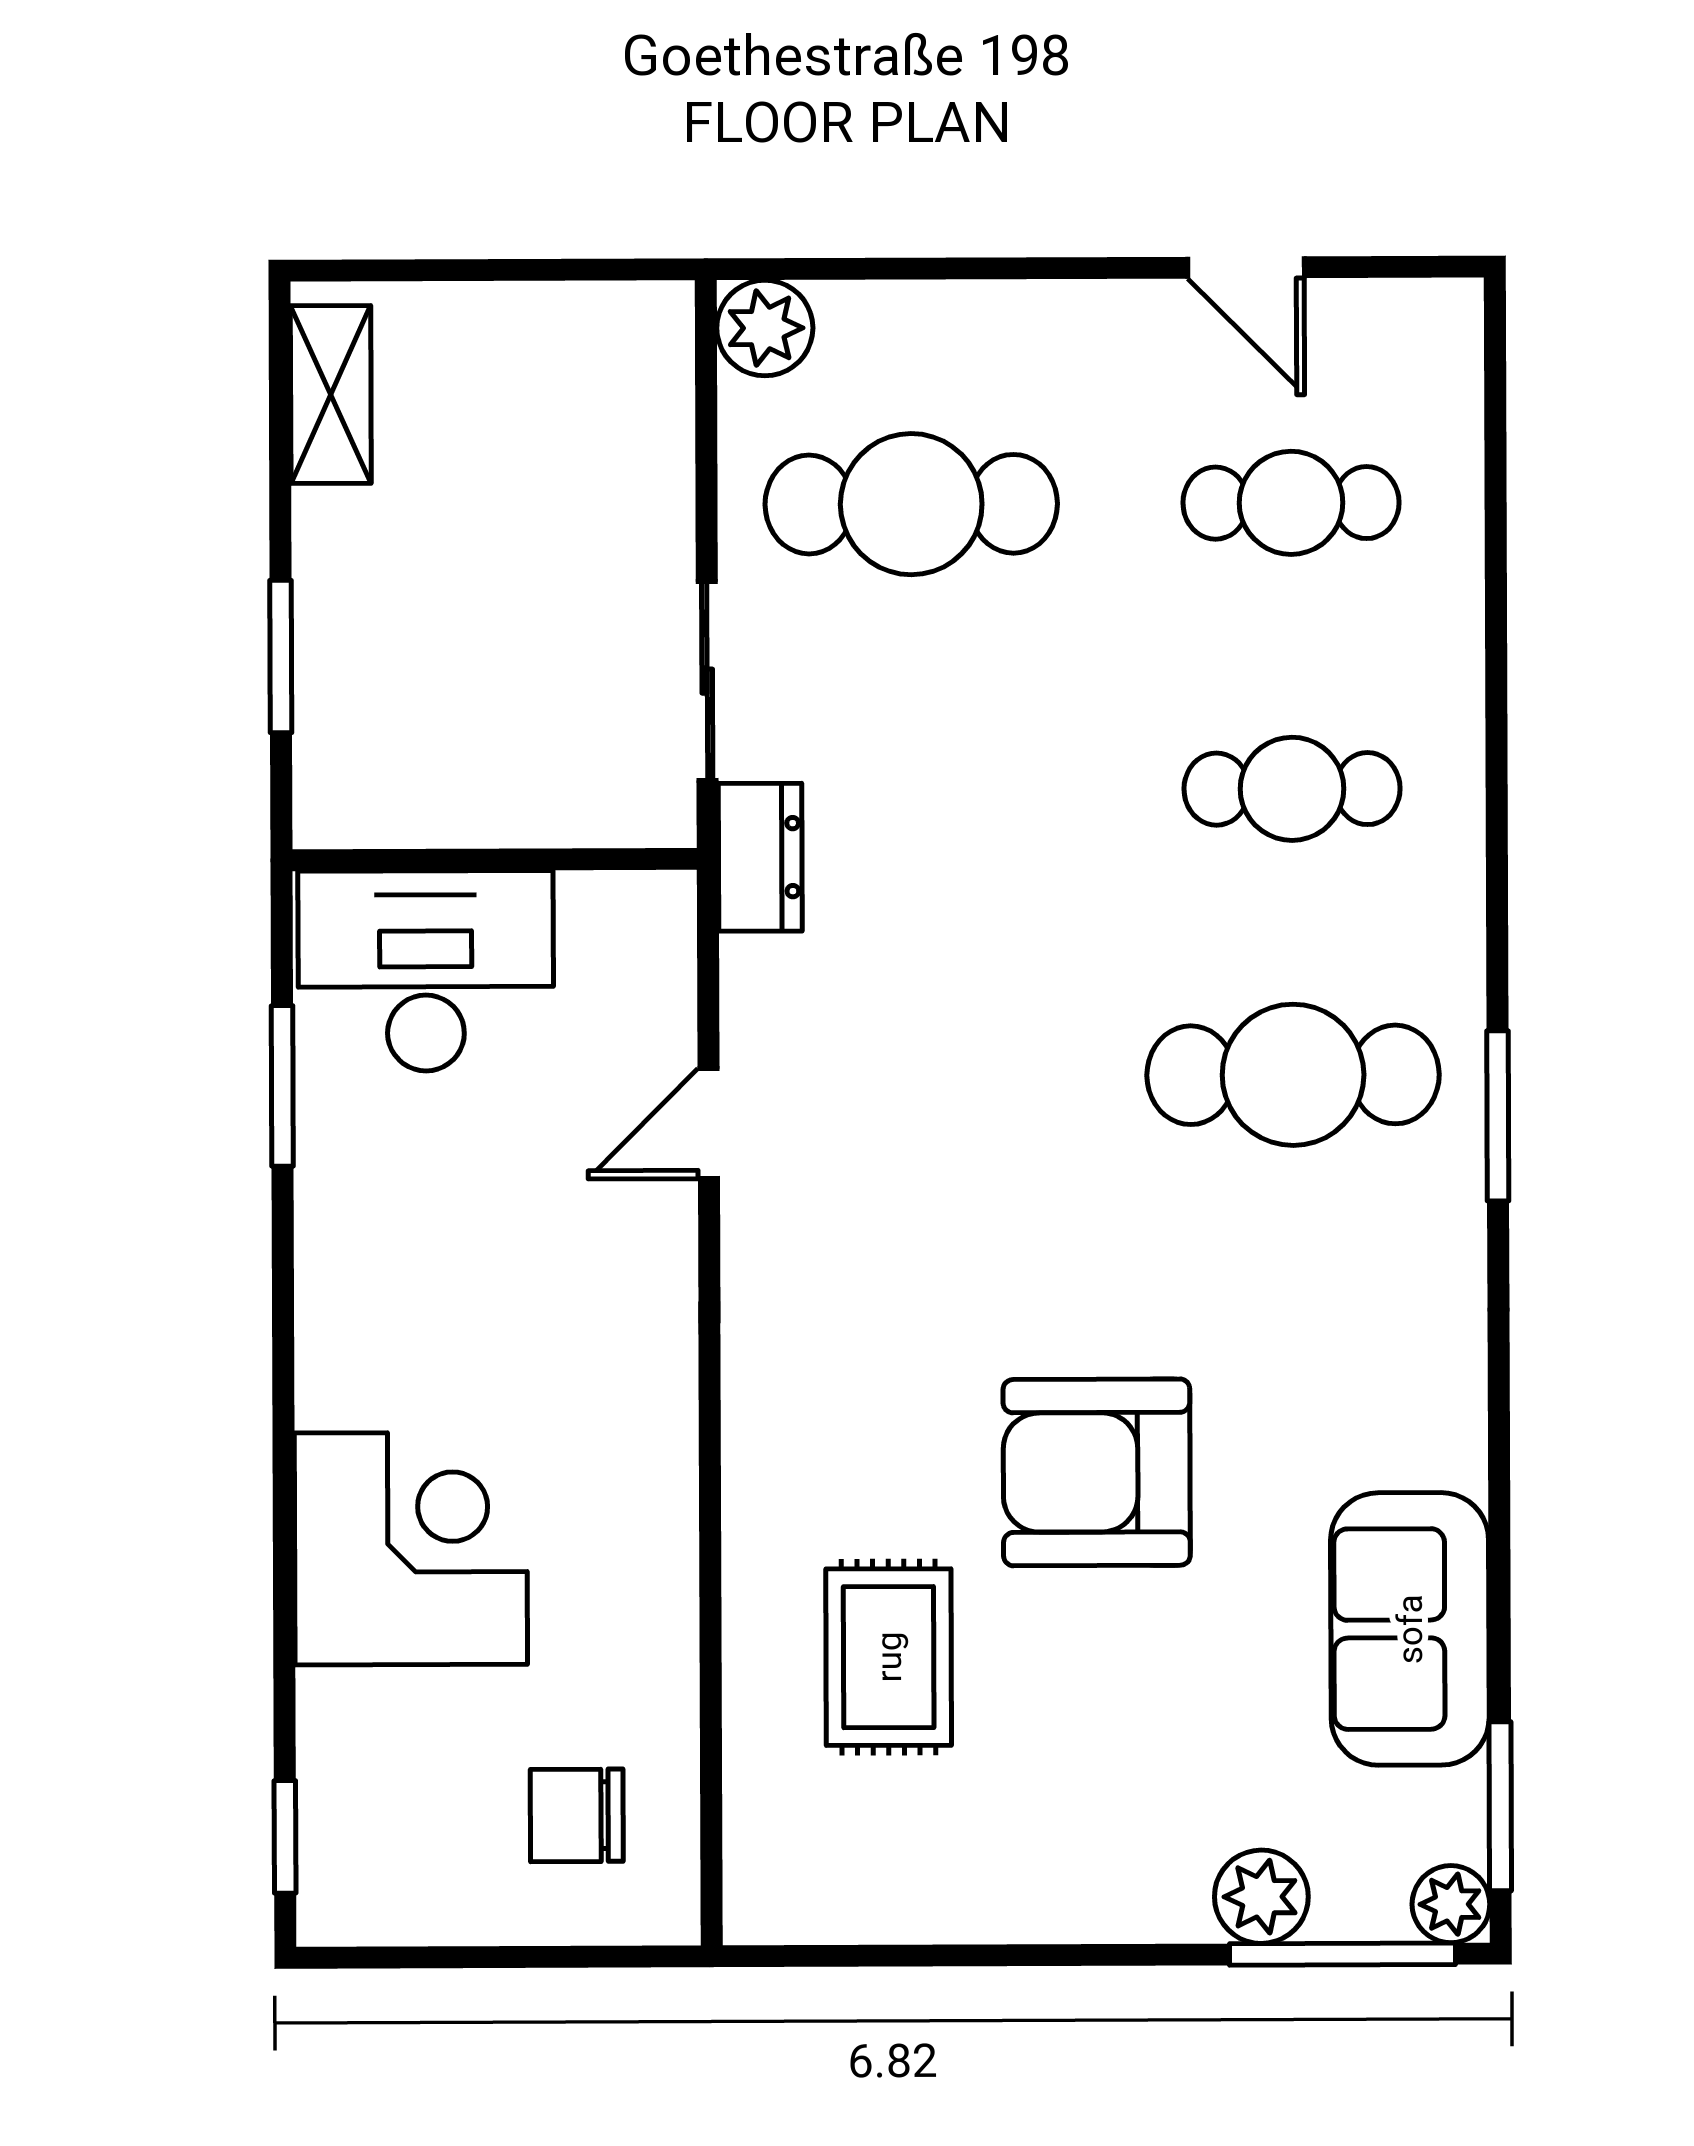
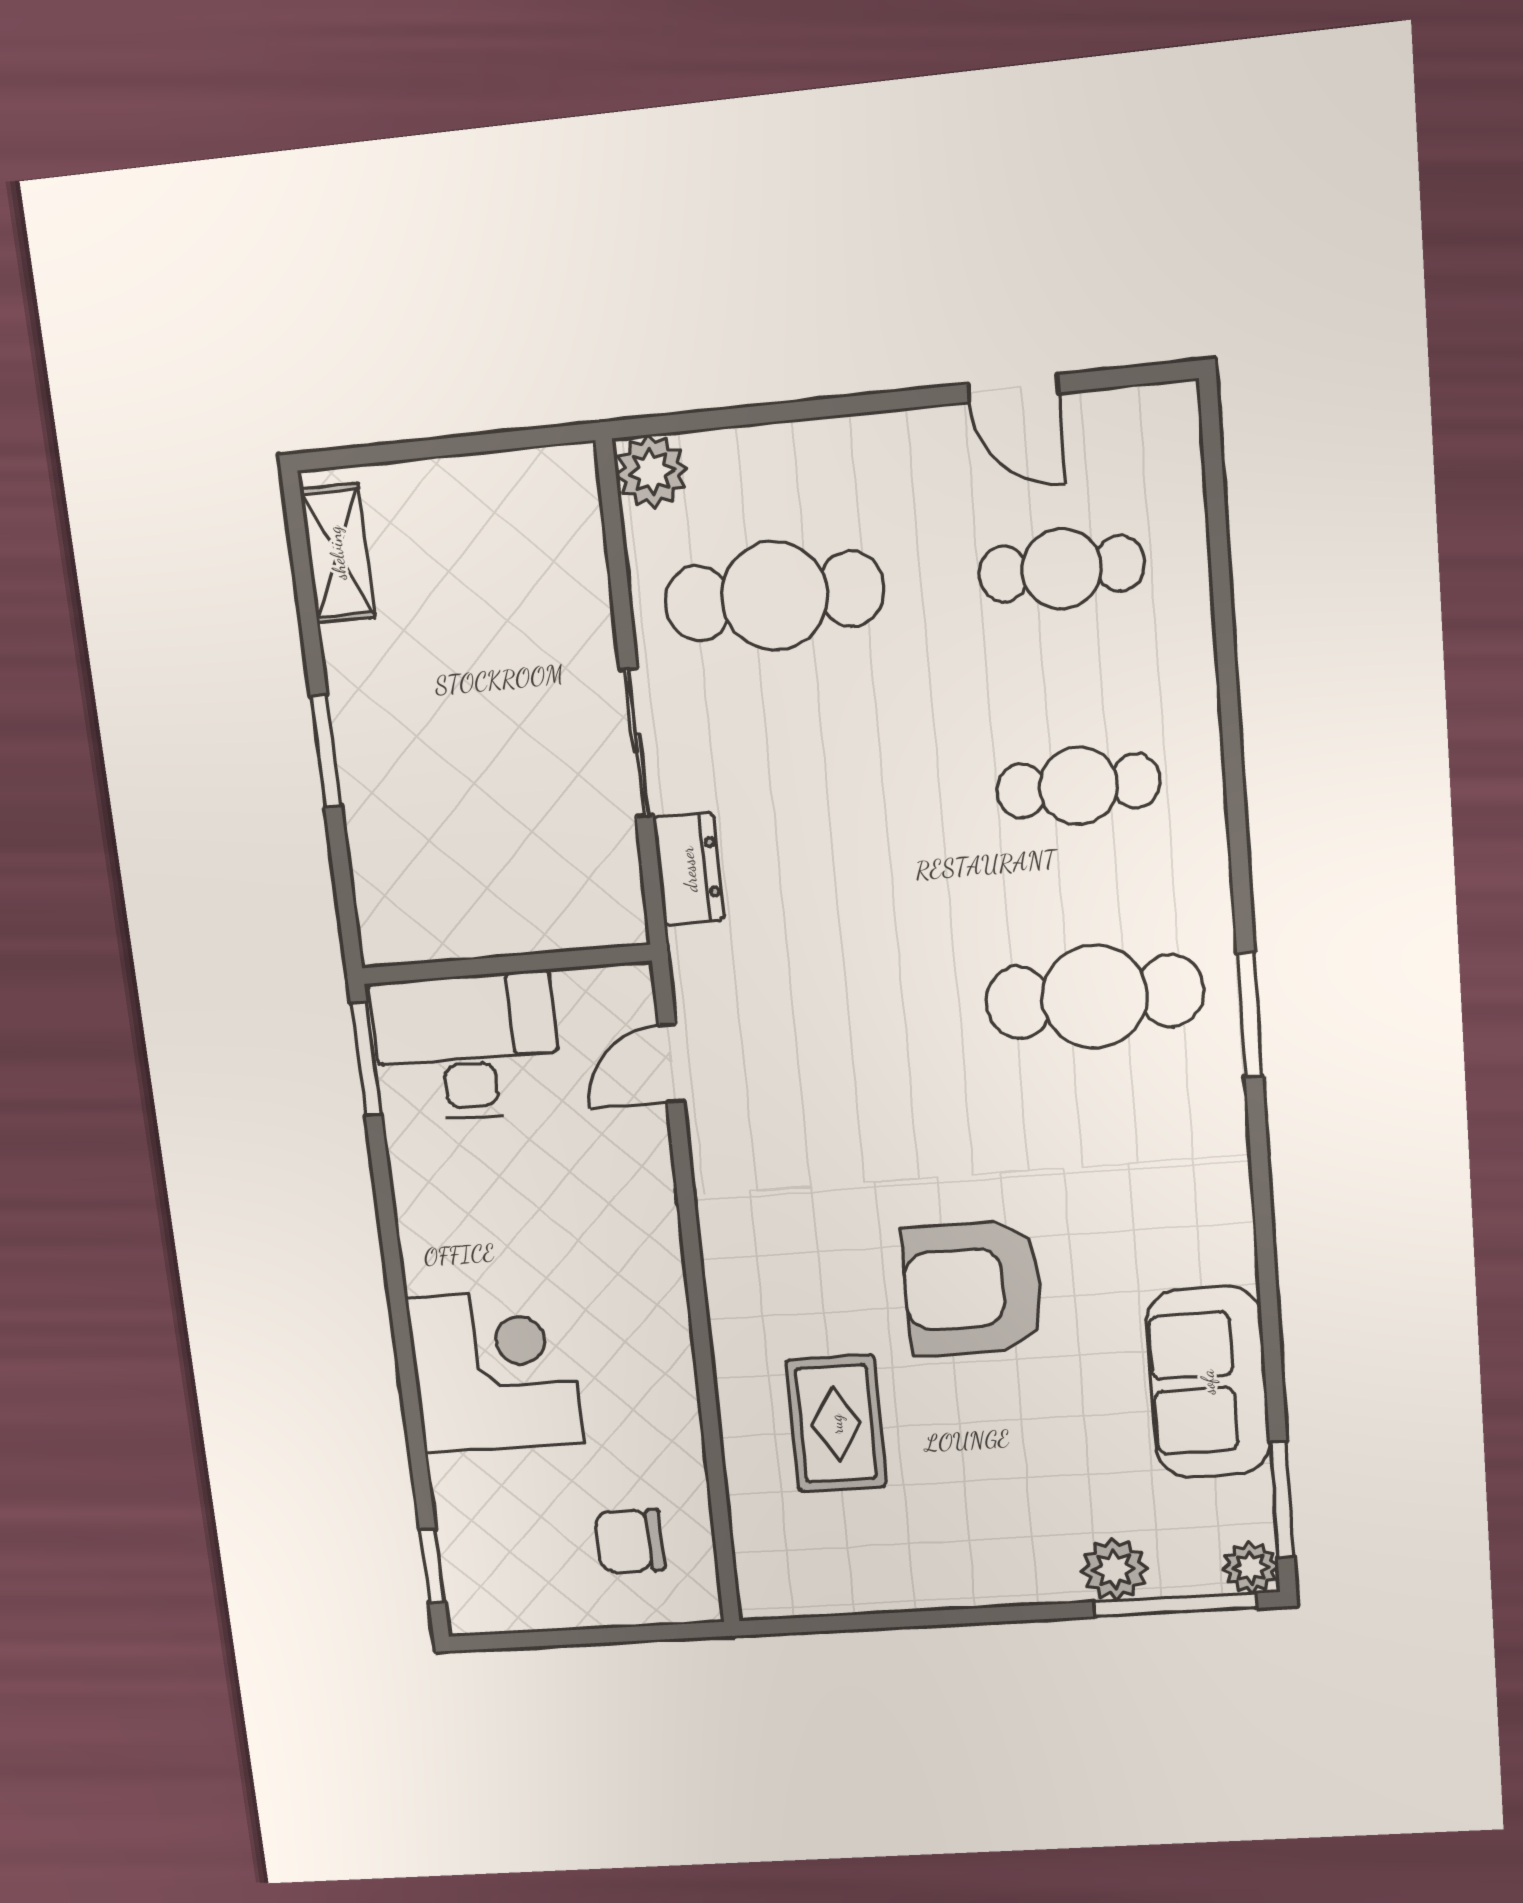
wall: (495, 860) -> (506, 964), moved
desk: (426, 971) -> (467, 1047), moved

